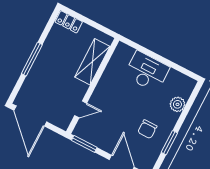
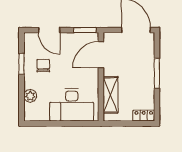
desk: (147, 72) -> (72, 105), width x1.36, depth x1.30
door: (81, 109) -> (101, 55), width x1.88

